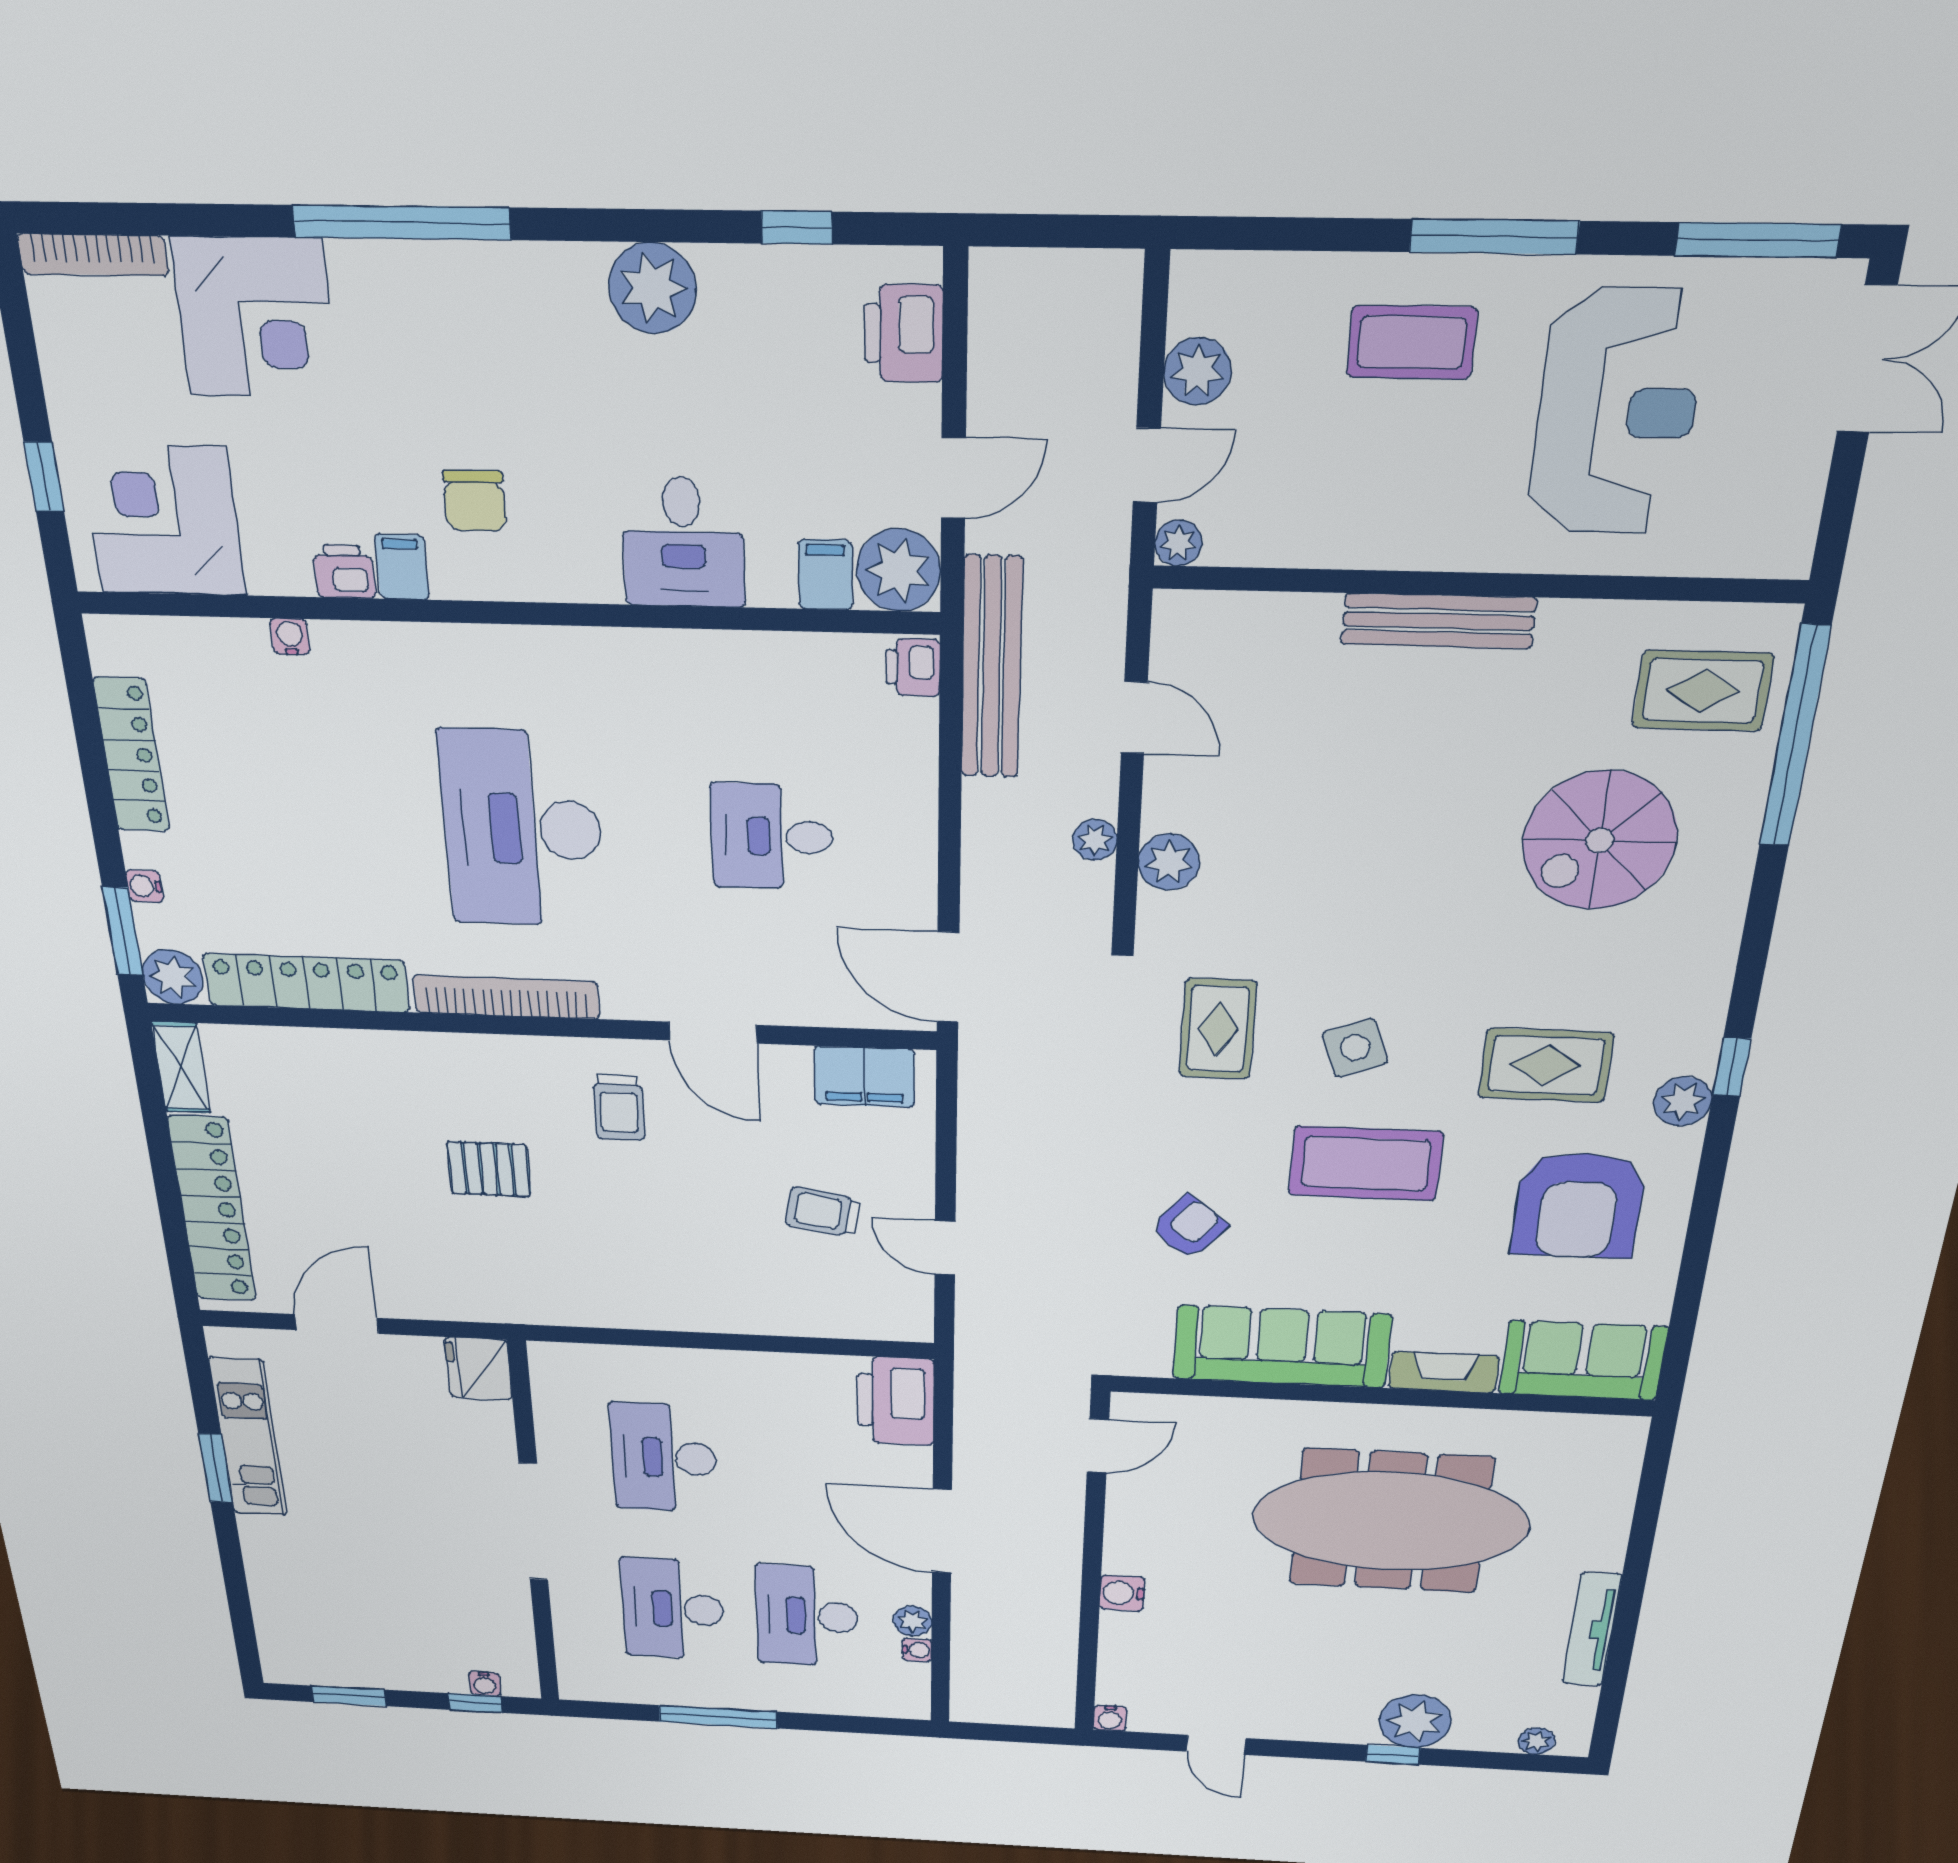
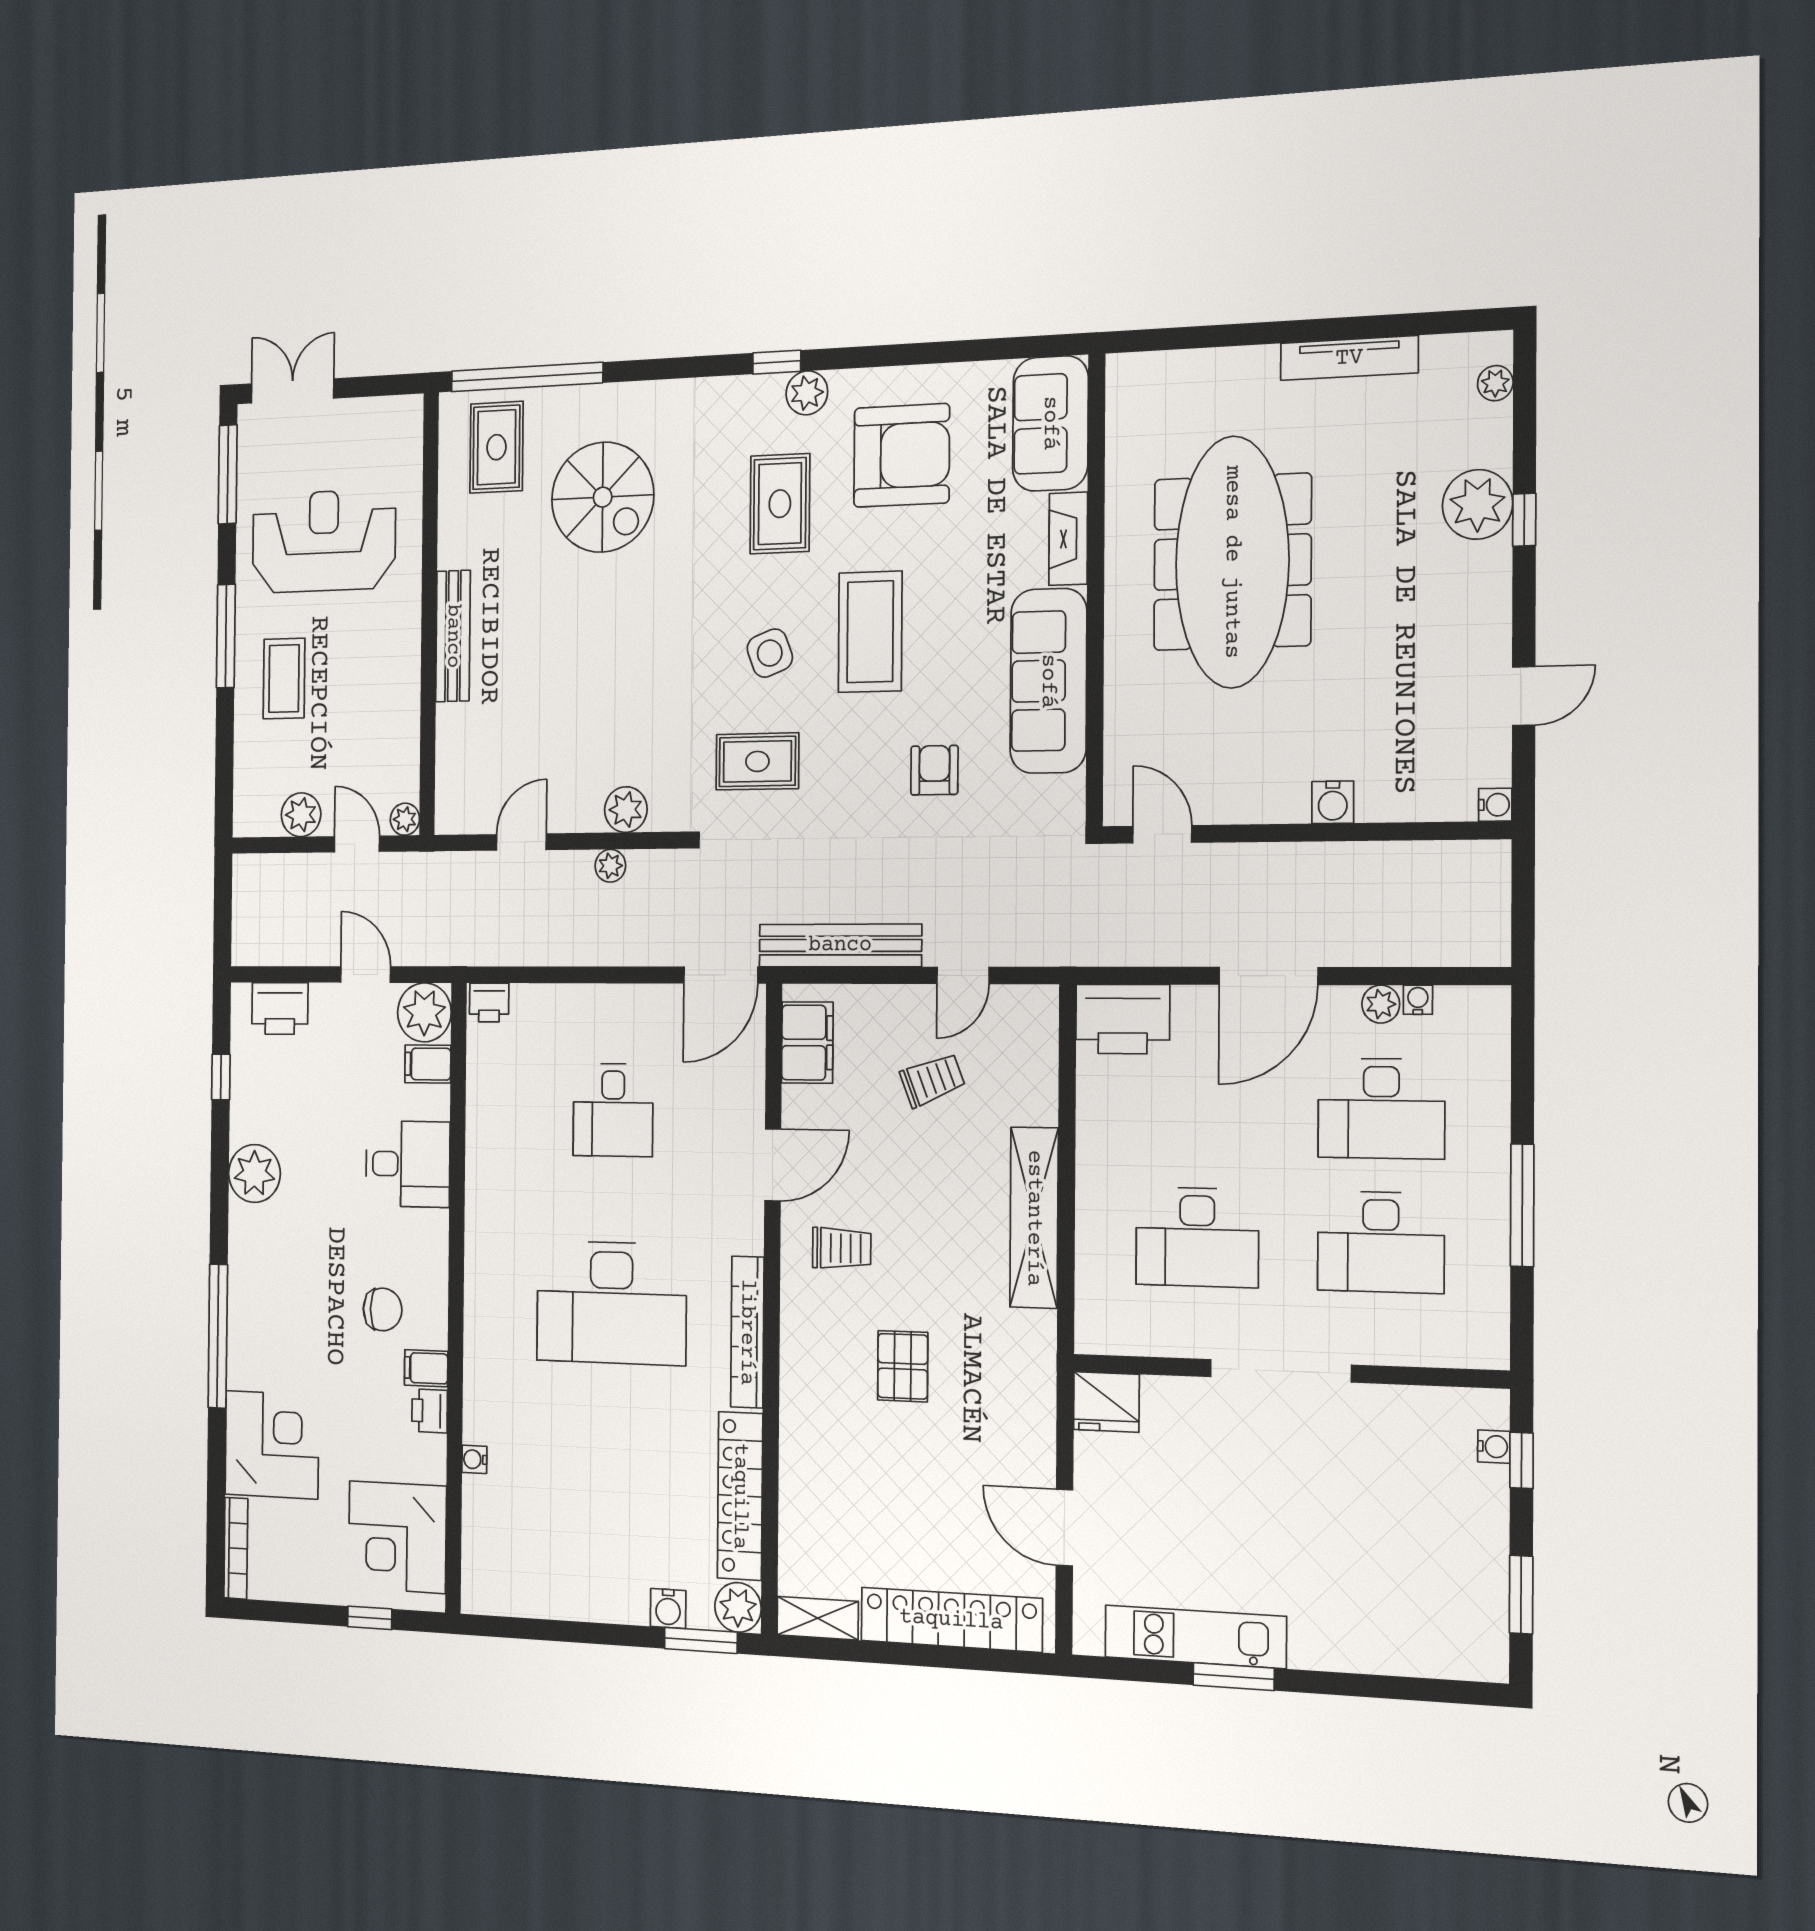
bench: (991, 668) -> (840, 945), moved
locker: (131, 755) -> (561, 1600), removed
water cooler: (144, 886) -> (668, 1609), width x1.38, depth x1.38
trolley: (823, 1212) -> (932, 1080), turned -121
armchair: (1189, 1227) -> (934, 770), turned 50
shelving: (672, 1308) -> (1034, 1218), added

